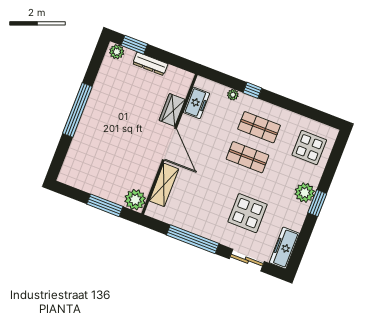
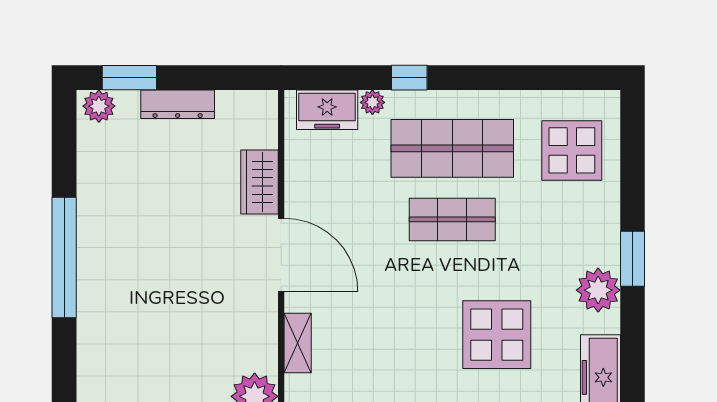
freezer: (197, 103) -> (327, 110), moved, turned 90
shop shelf: (259, 127) -> (452, 148), width x1.43, depth x1.36
shelving: (164, 185) -> (298, 343), width x0.67, depth x0.75
plant: (305, 193) -> (598, 290), moved

